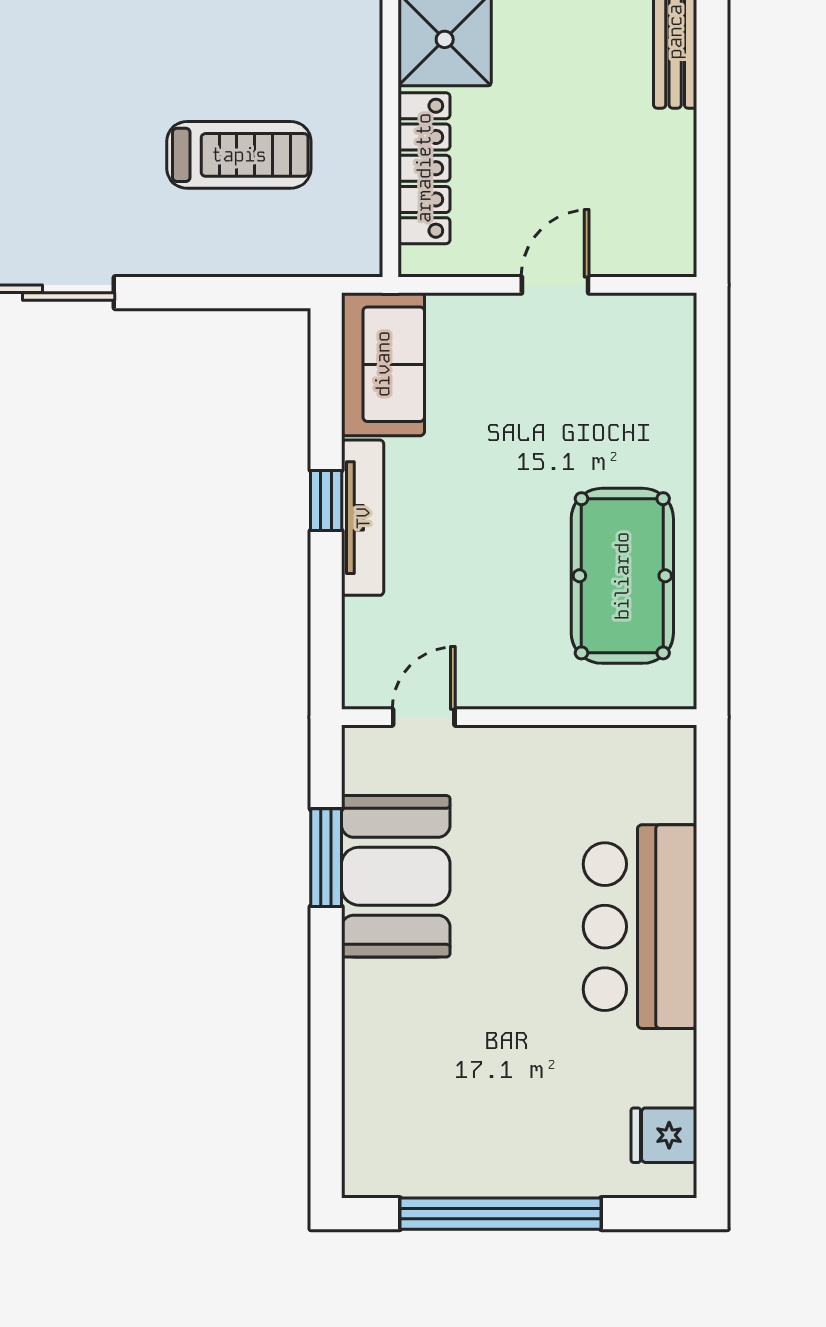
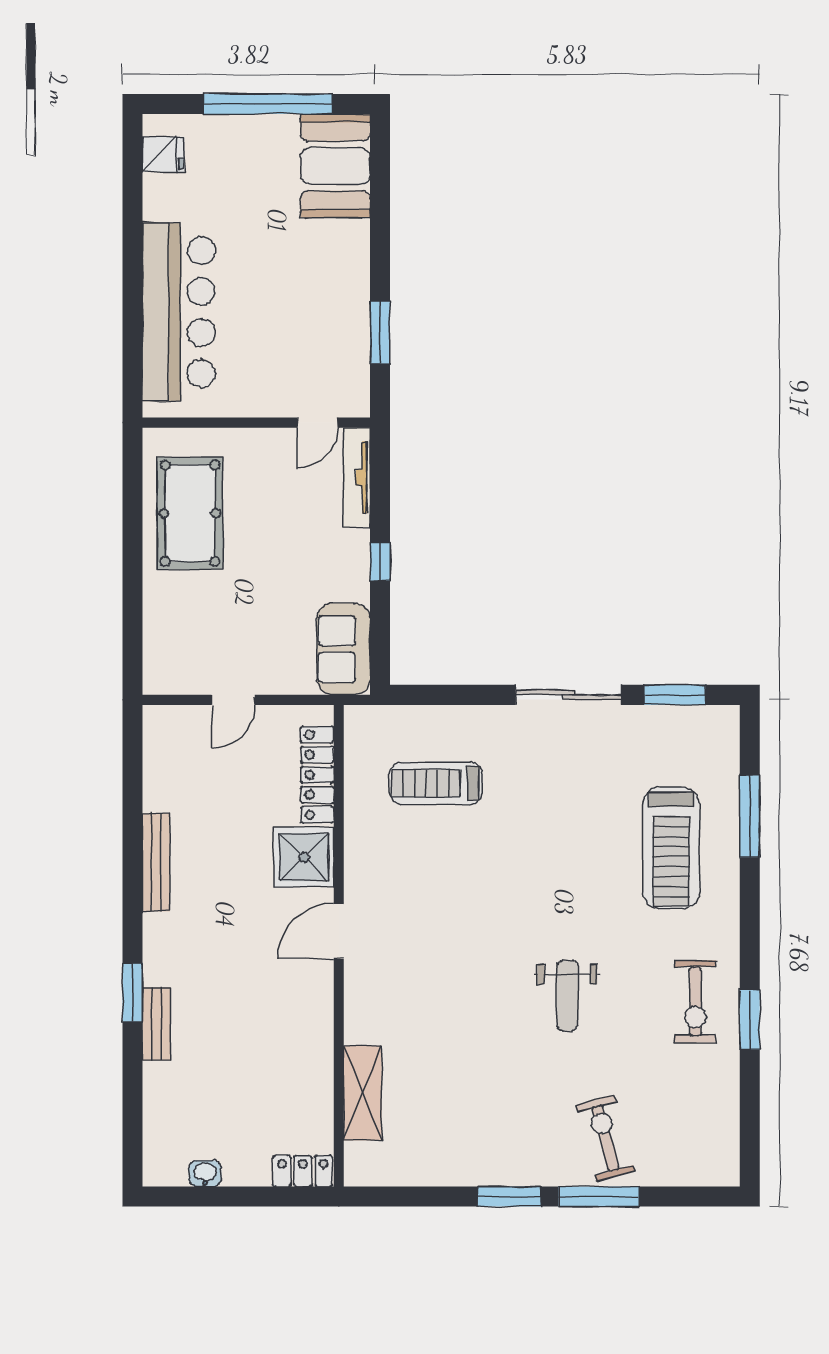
tv unit: (363, 518) -> (357, 477), moved
booth: (396, 876) -> (335, 166), moved
bar counter: (640, 927) -> (179, 312), width x1.36

